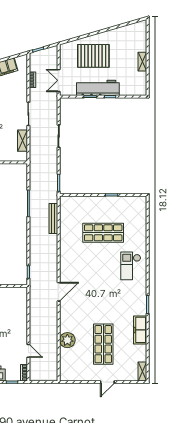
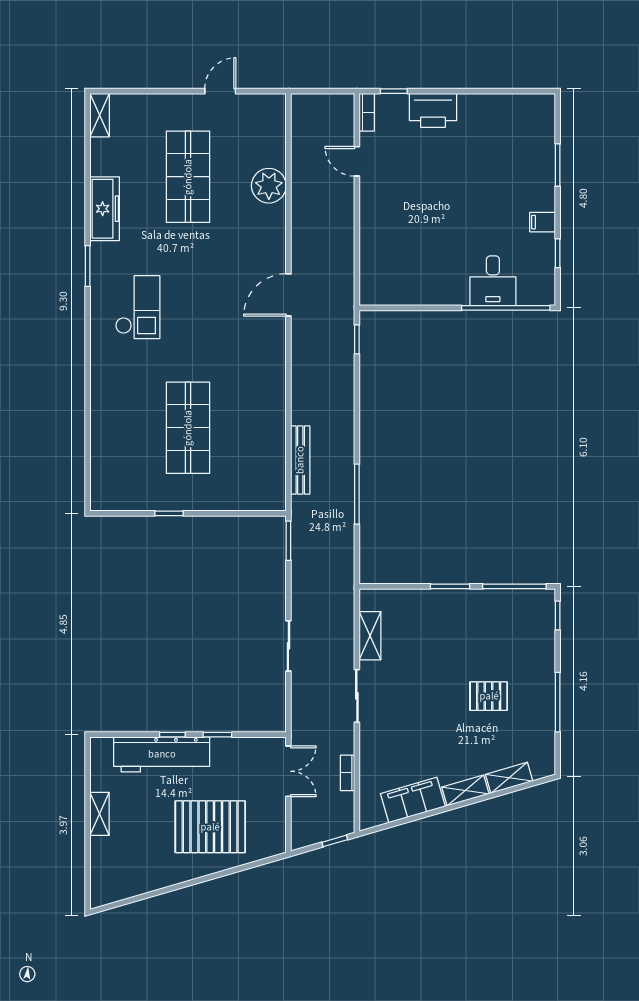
workbench: (98, 88) -> (162, 754), moved
shop shelf: (103, 233) -> (188, 428), turned 90
checkout: (131, 266) -> (138, 307), moved
door: (107, 382) -> (220, 91), moved

